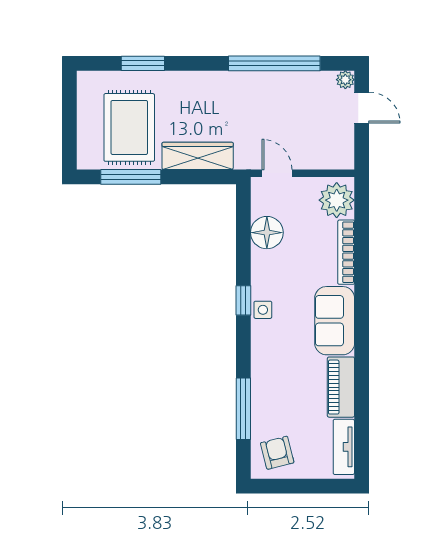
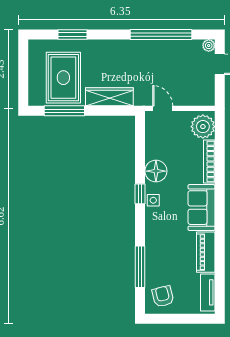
floor lamp: (267, 233) -> (156, 171), moved

